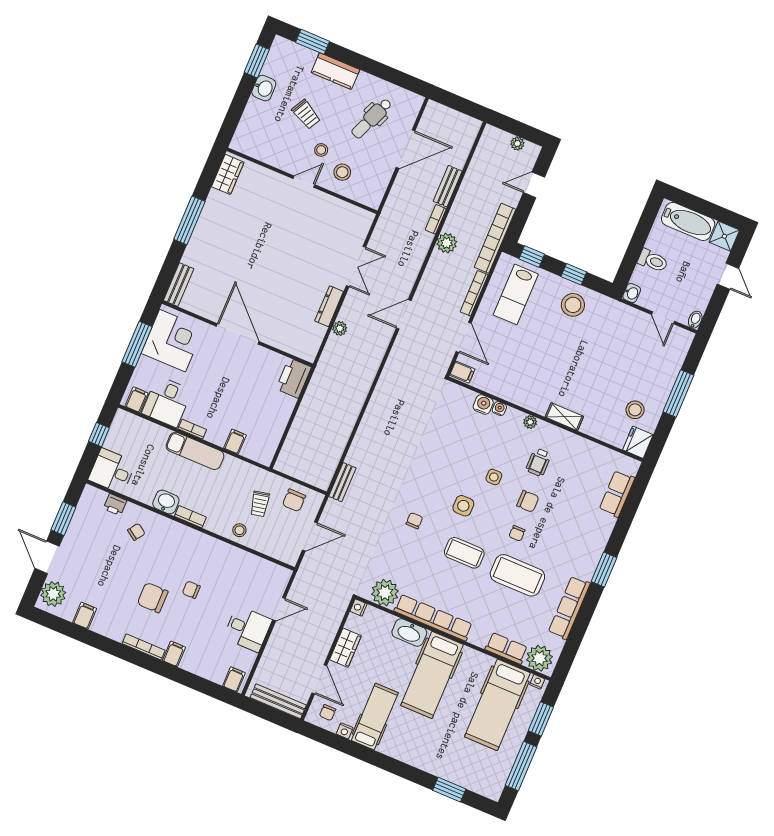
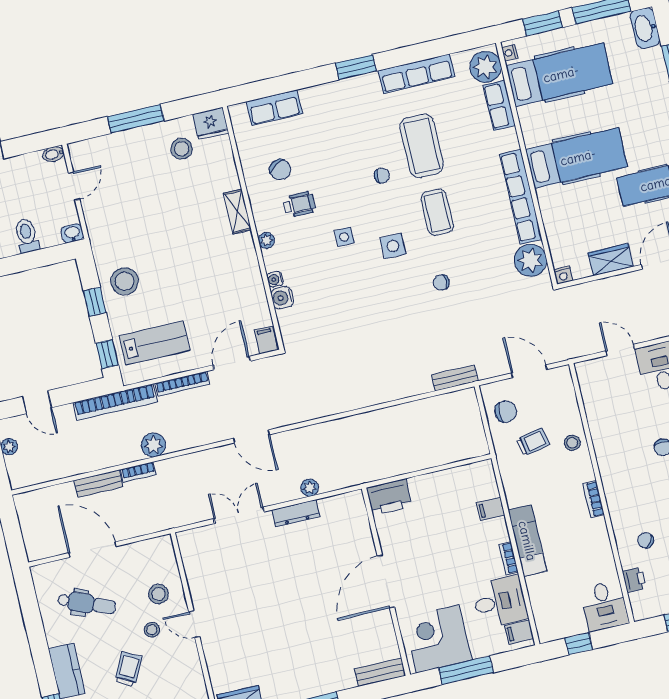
chair: (528, 501) -> (280, 170), moved, turned 149
washbasin: (166, 502) -> (597, 533), removed
washbasin: (409, 633) -> (645, 28), moved, turned 180

